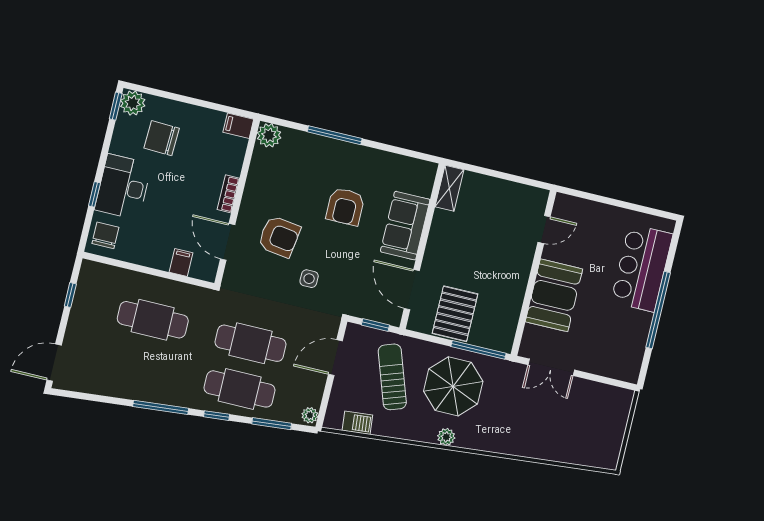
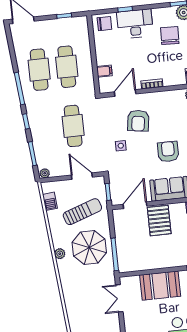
armchair: (345, 207) -> (168, 152), turned 90
pallet: (455, 314) -> (159, 221), moved, turned 90
cafe table: (240, 389) -> (39, 70), moved

